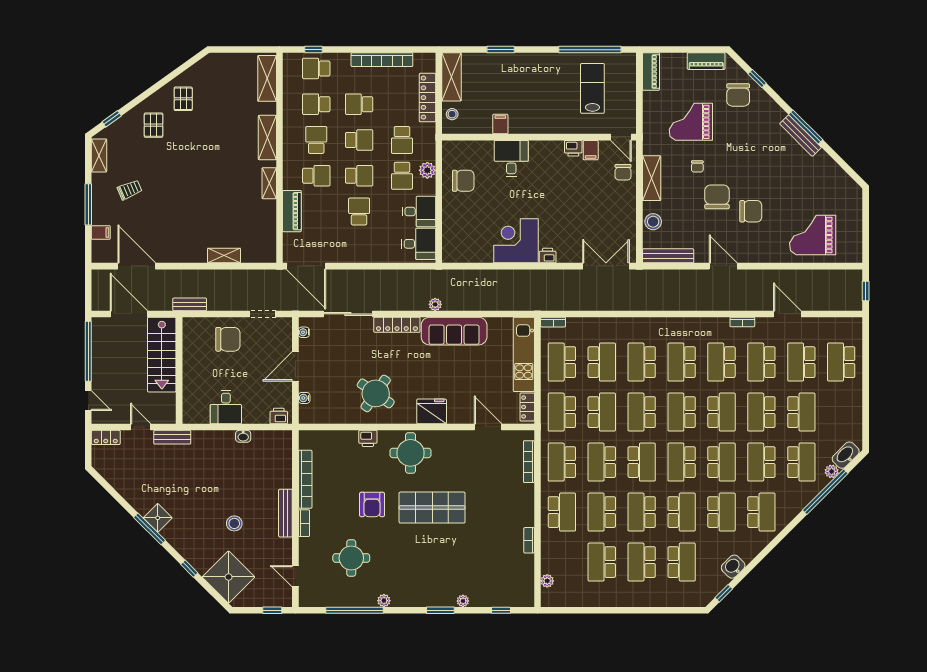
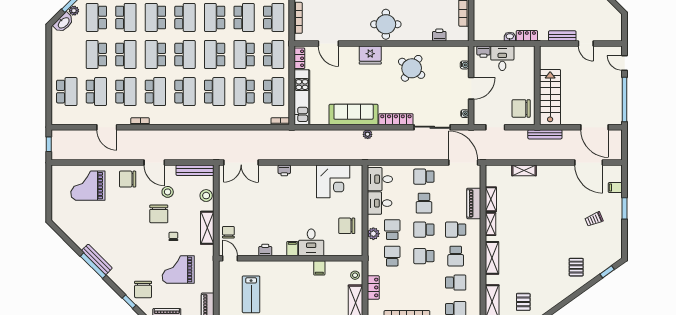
chair: (738, 95) -> (143, 289), turned 180
locker: (427, 98) -> (373, 287), width x0.66
pallet: (183, 99) -> (523, 302), moved
school desk: (359, 104) -> (424, 177), moved, turned 180
grand piano: (691, 122) -> (178, 270), turned 180
filing cabinet: (591, 150) -> (292, 249), moved
shelving: (99, 155) -> (491, 199), moved
window: (88, 204) -> (625, 208), width x0.69
chair: (751, 211) -> (128, 179), moved
stool: (705, 227) -> (168, 192), added
grand piano: (813, 235) -> (88, 186), turned 180
corner desk: (516, 241) -> (333, 181), moved
bench: (190, 304) -> (545, 134), width x1.36
stairs: (162, 355) -> (550, 97), moved
wall: (179, 370) -> (537, 85), moved
desk: (226, 407) -> (502, 58), moved
school desk: (642, 412) -> (215, 55), turned 180
locker: (106, 437) -> (527, 36), moved
printer: (368, 438) -> (439, 35), moved

